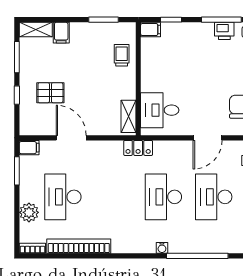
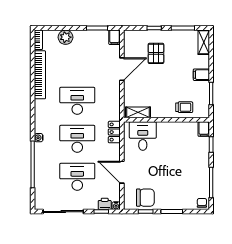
printer: (224, 31) -> (203, 185), removed
filing cabinet: (61, 33) -> (201, 75), moved
locker: (138, 148) -> (114, 132), moved
desk: (63, 197) -> (77, 101), moved

